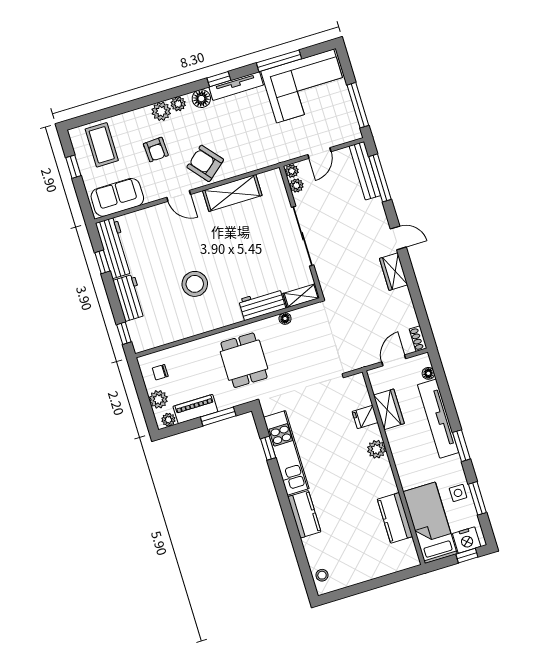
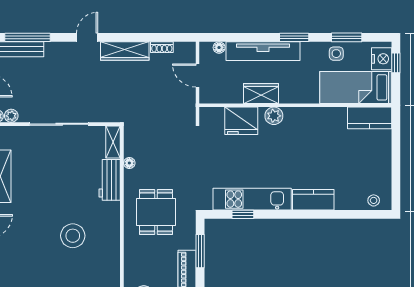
wardrobe: (394, 272) -> (125, 51), width x1.50
shoe rack: (418, 339) -> (162, 47), moved
dining table: (244, 360) -> (156, 212), turned 90
wardrobe: (389, 409) -> (261, 93), moved
fridge: (365, 417) -> (241, 121), width x1.88, depth x1.34
kitchen counter: (395, 518) -> (370, 118), moved

